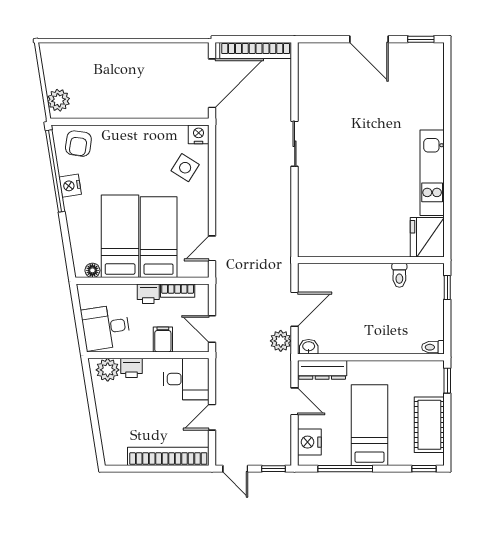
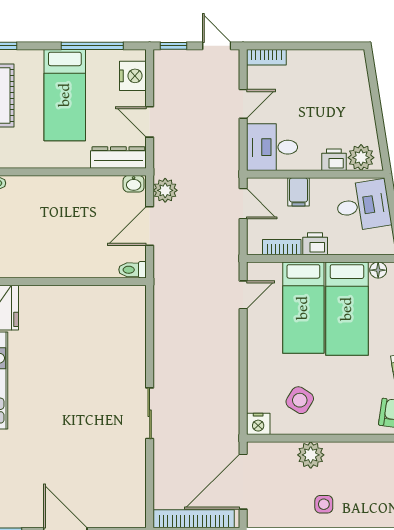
side table: (140, 63) -> (324, 504), added
plant: (152, 107) -> (311, 455), added
side table: (185, 168) -> (300, 400), moved
toilet: (399, 275) -> (132, 270), moved, turned -90
bookcase: (168, 456) -> (266, 57), width x0.43, depth x0.76

